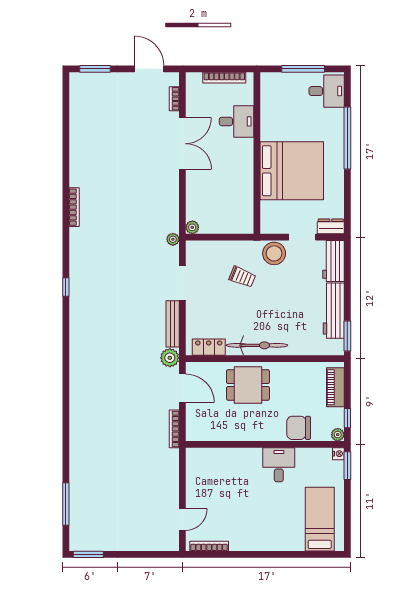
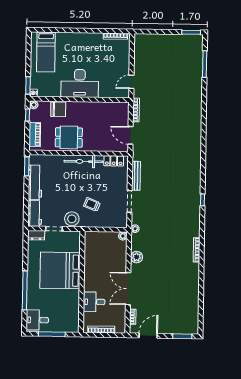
door: (149, 69) -> (148, 336), swing flipped
plant: (170, 358) -> (137, 257), moved
dining table: (248, 385) -> (69, 137), moved
desk: (279, 465) -> (80, 83), width x1.87, depth x1.30
door: (182, 519) -> (131, 82), moved

